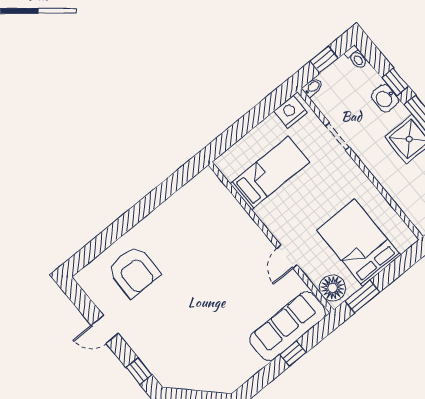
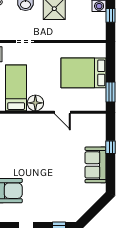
floor lamp: (332, 288) -> (35, 103), moved
sofa: (288, 326) -> (96, 165), moved, width x0.73

